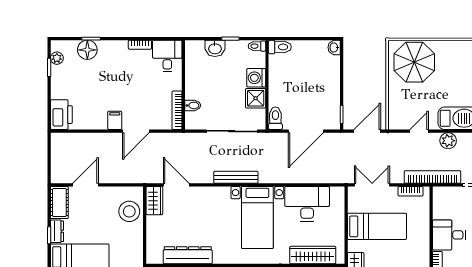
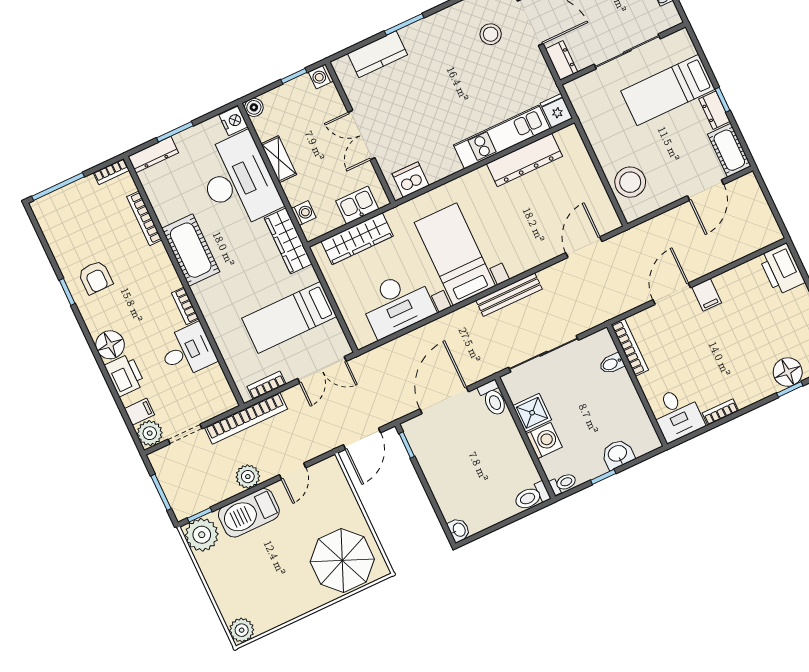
door: (176, 185) -> (584, 247), swing flipped
wardrobe: (154, 201) -> (603, 212), removed

